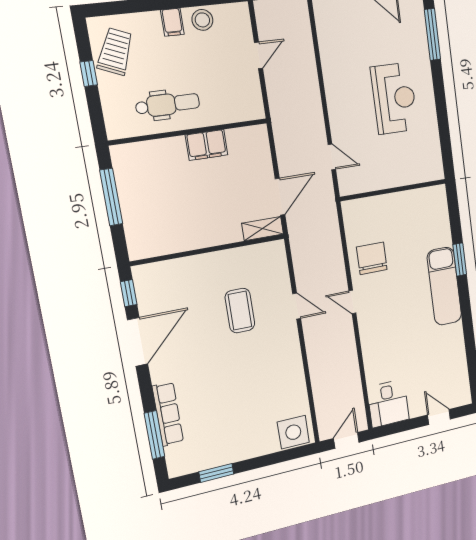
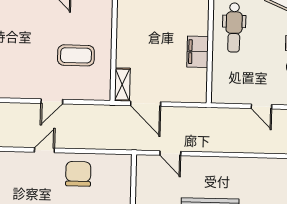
door: (332, 157) -> (170, 153), hinge flipped
chair: (372, 258) -> (78, 174), turned -90
coffee table: (240, 311) -> (76, 55), moved

